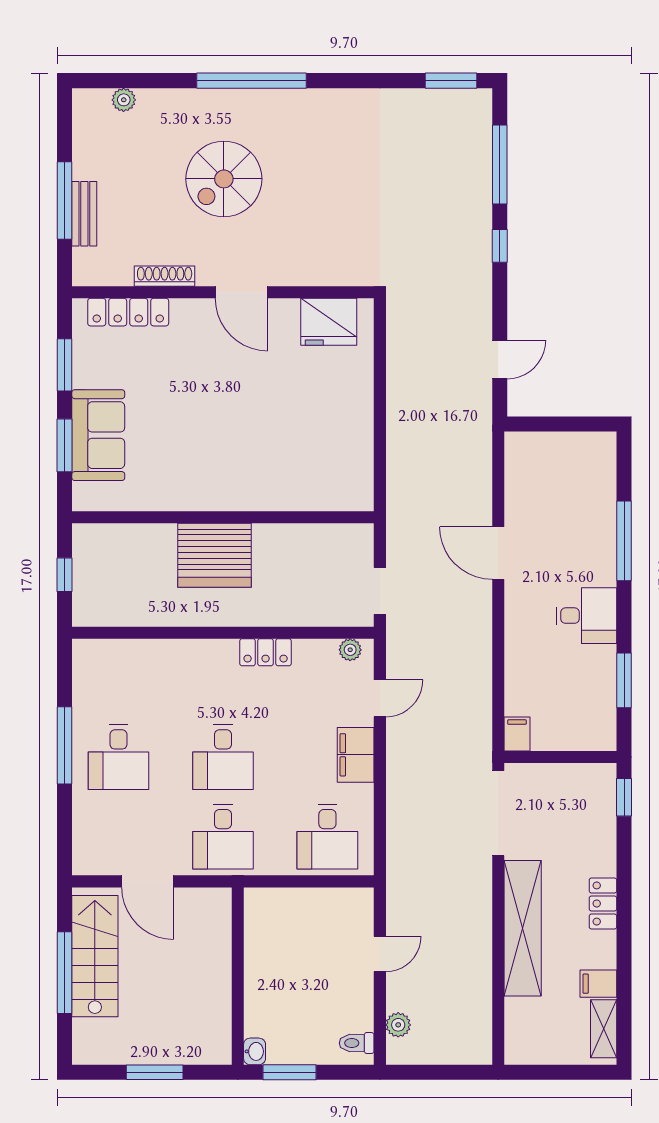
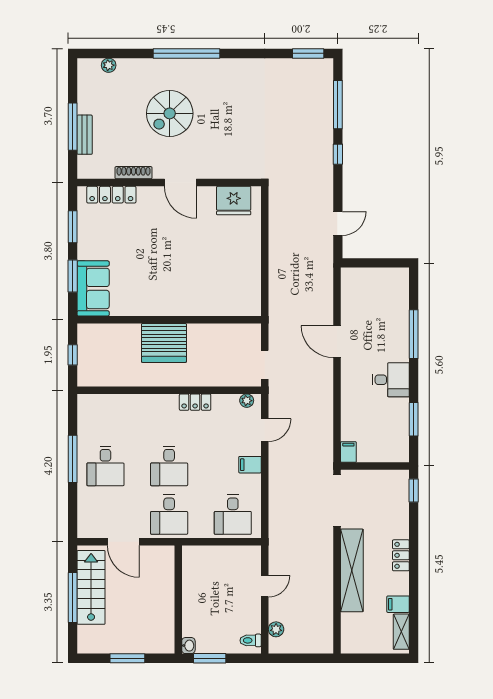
sofa: (98, 435) -> (93, 288), moved
filing cabinet: (356, 755) -> (250, 465), width x0.50

